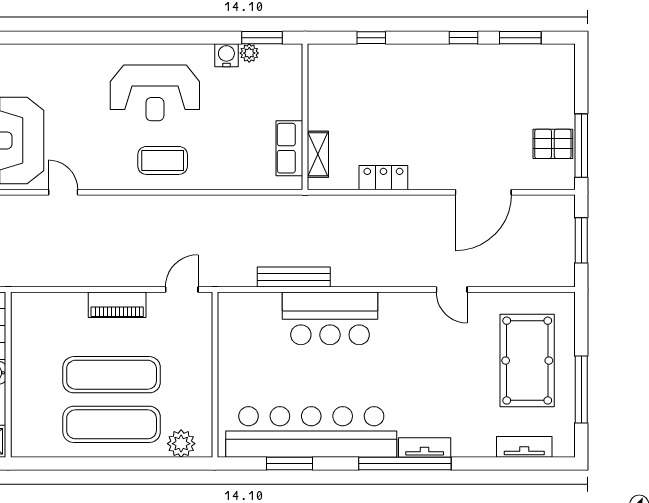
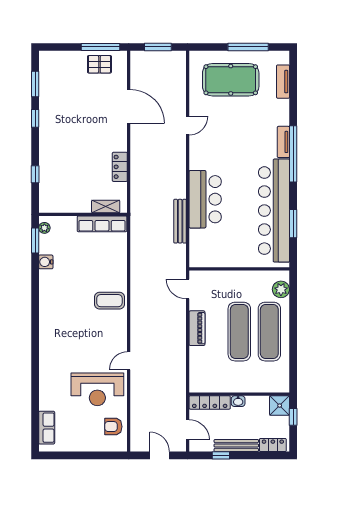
plant: (249, 53) -> (44, 228), moved
reception desk: (155, 93) -> (69, 305), removed
pallet: (553, 144) -> (99, 64), turned 90
row of seats: (289, 148) -> (102, 224), width x1.48
coffee table: (163, 160) -> (109, 301), turned 90

